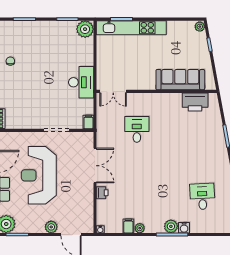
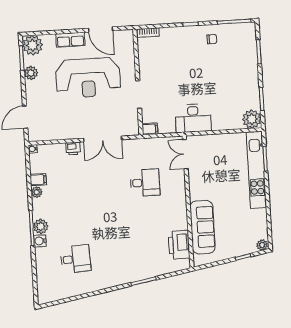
reception desk: (39, 175) -> (88, 78), turned 180
plant: (51, 227) -> (31, 73), moved

